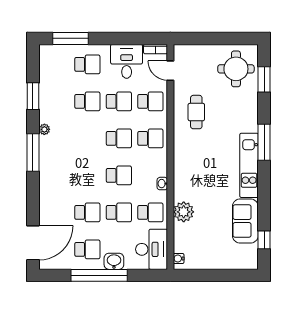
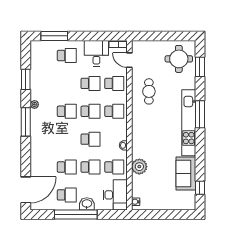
school desk: (87, 101) -> (67, 111), moved
kitchen unit: (249, 165) -> (189, 123), width x1.36

